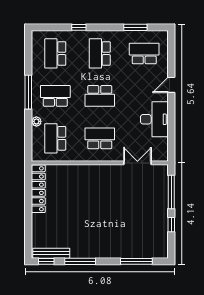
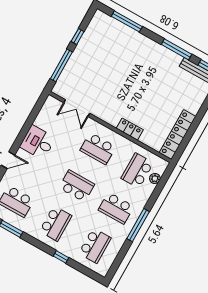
desk: (154, 119) -> (38, 142), width x0.73
plant: (36, 121) -> (155, 178), moved
school desk: (55, 138) -> (137, 171), turned 180
locker: (82, 170) -> (130, 129), added

